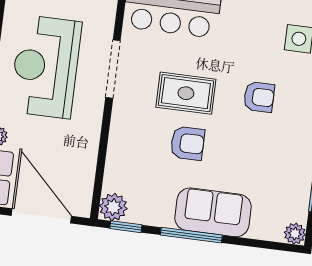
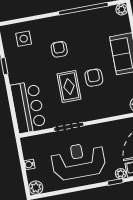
reception desk: (46, 67) -> (78, 161), turned 180

